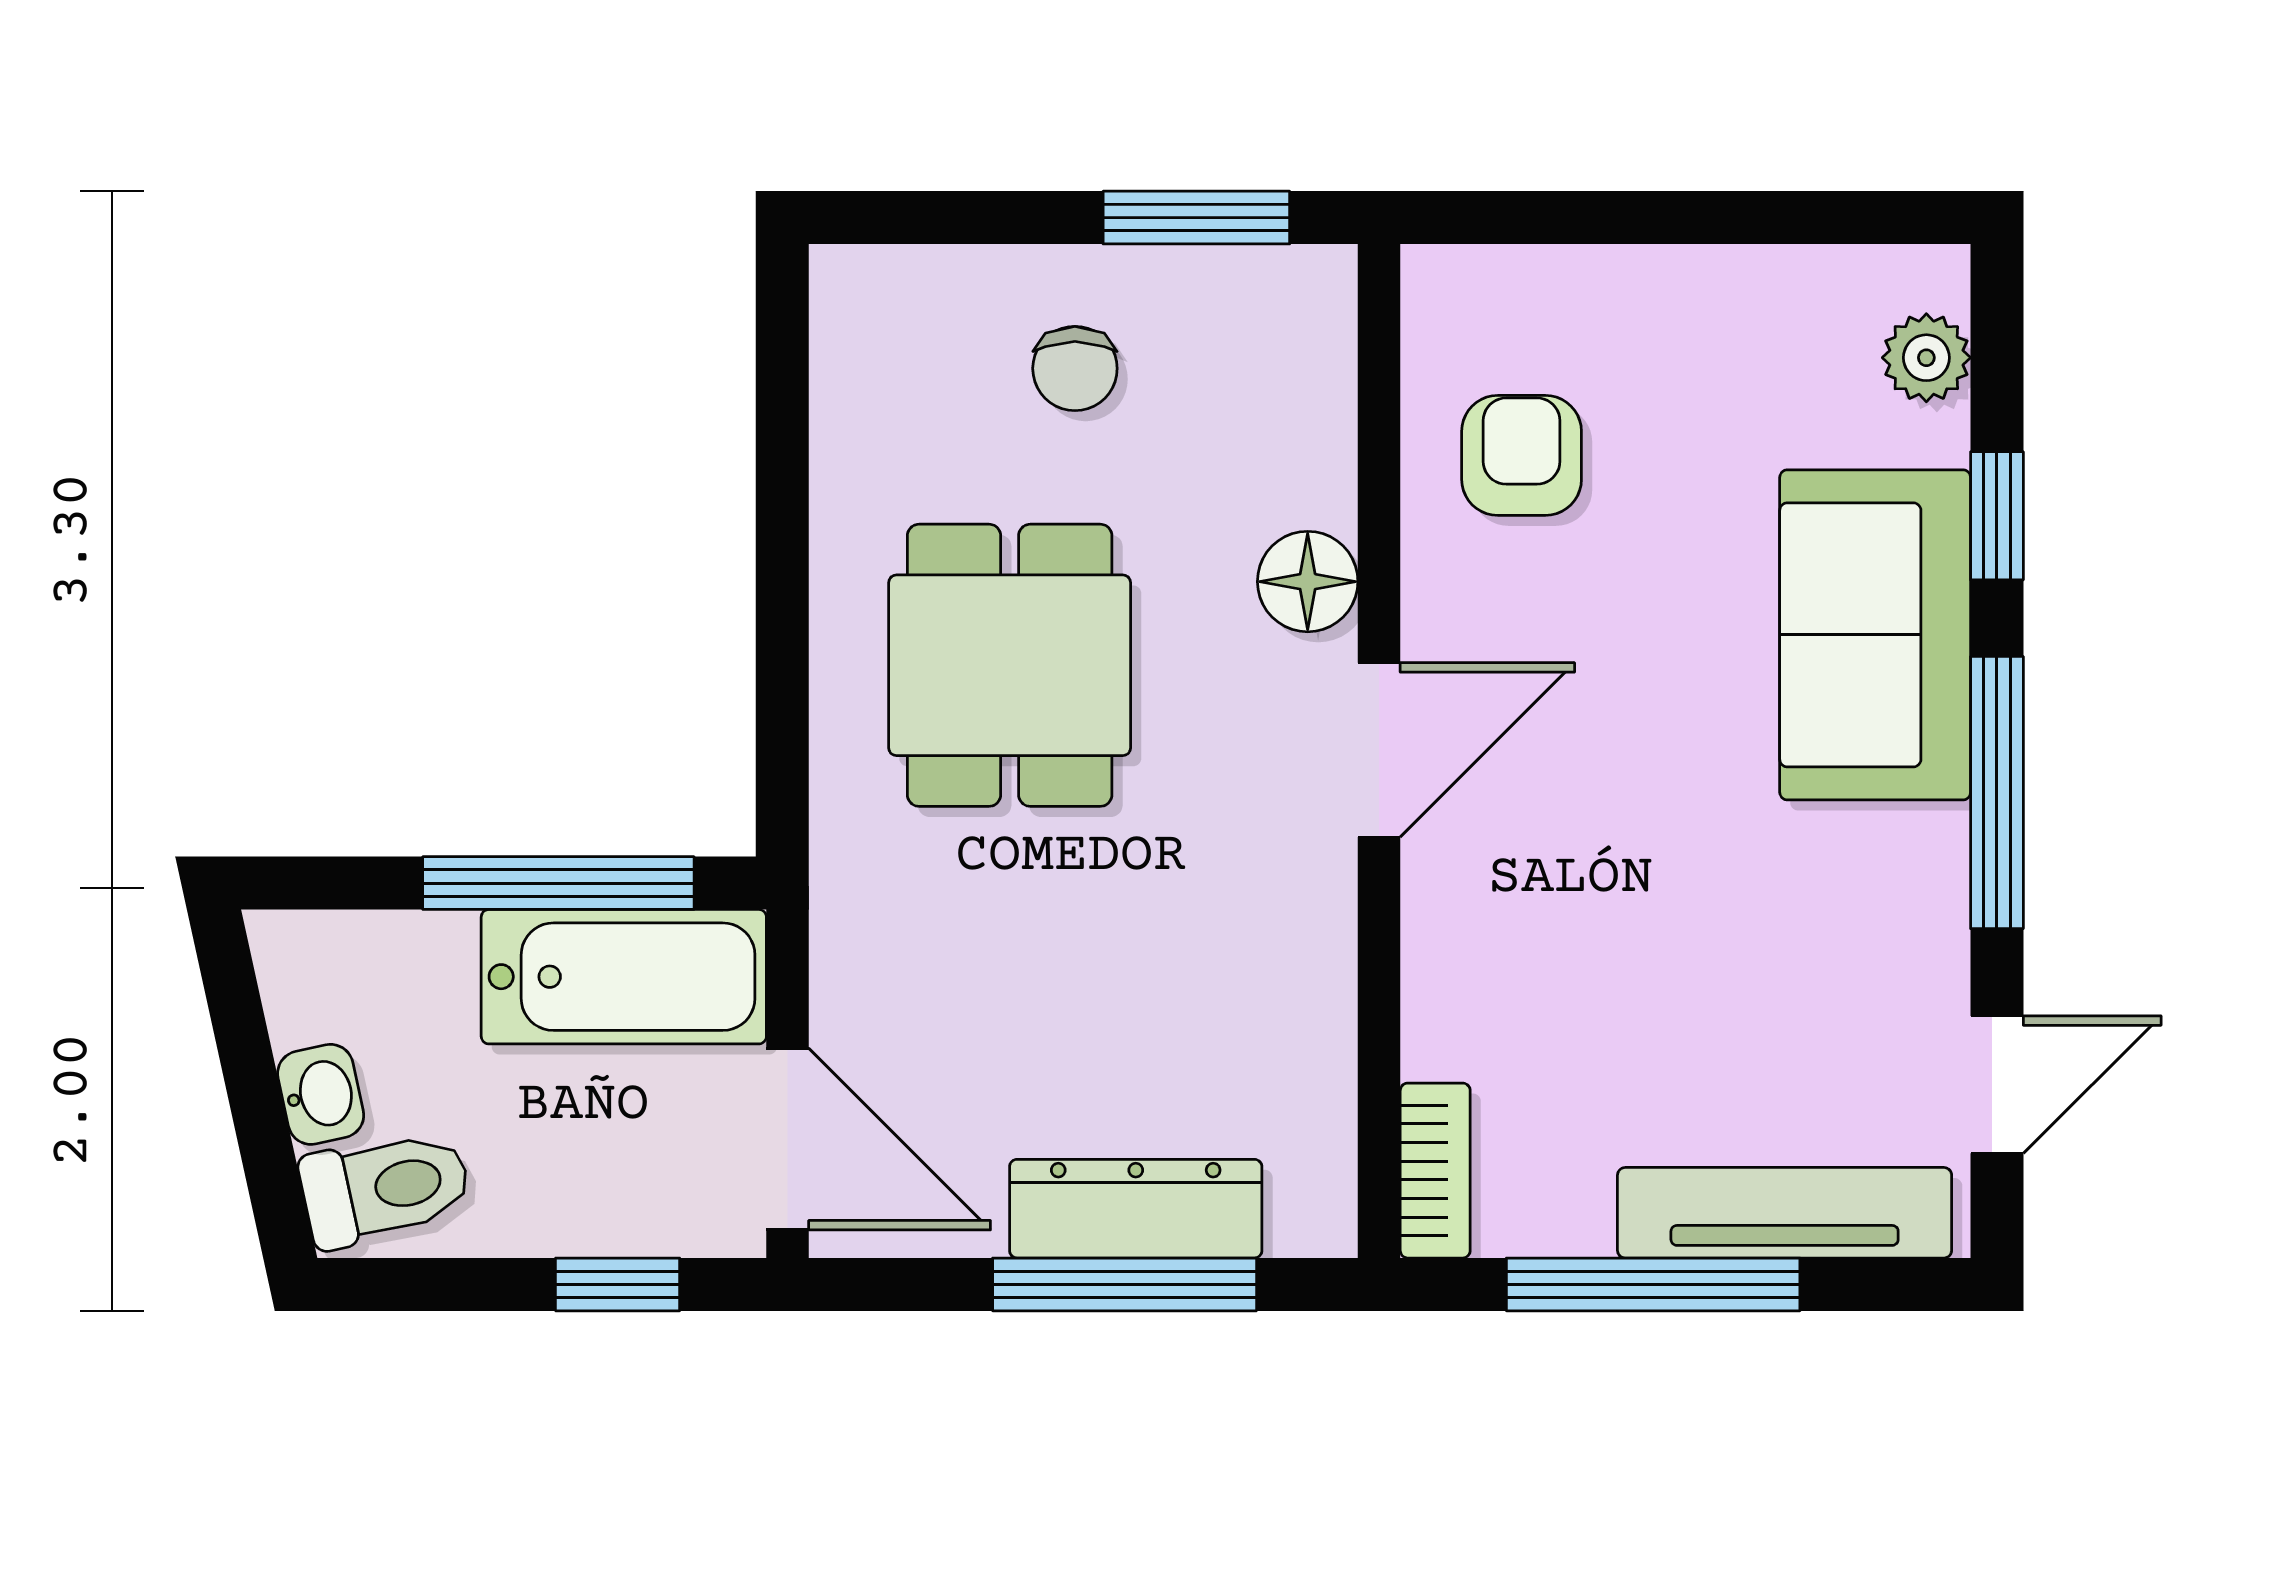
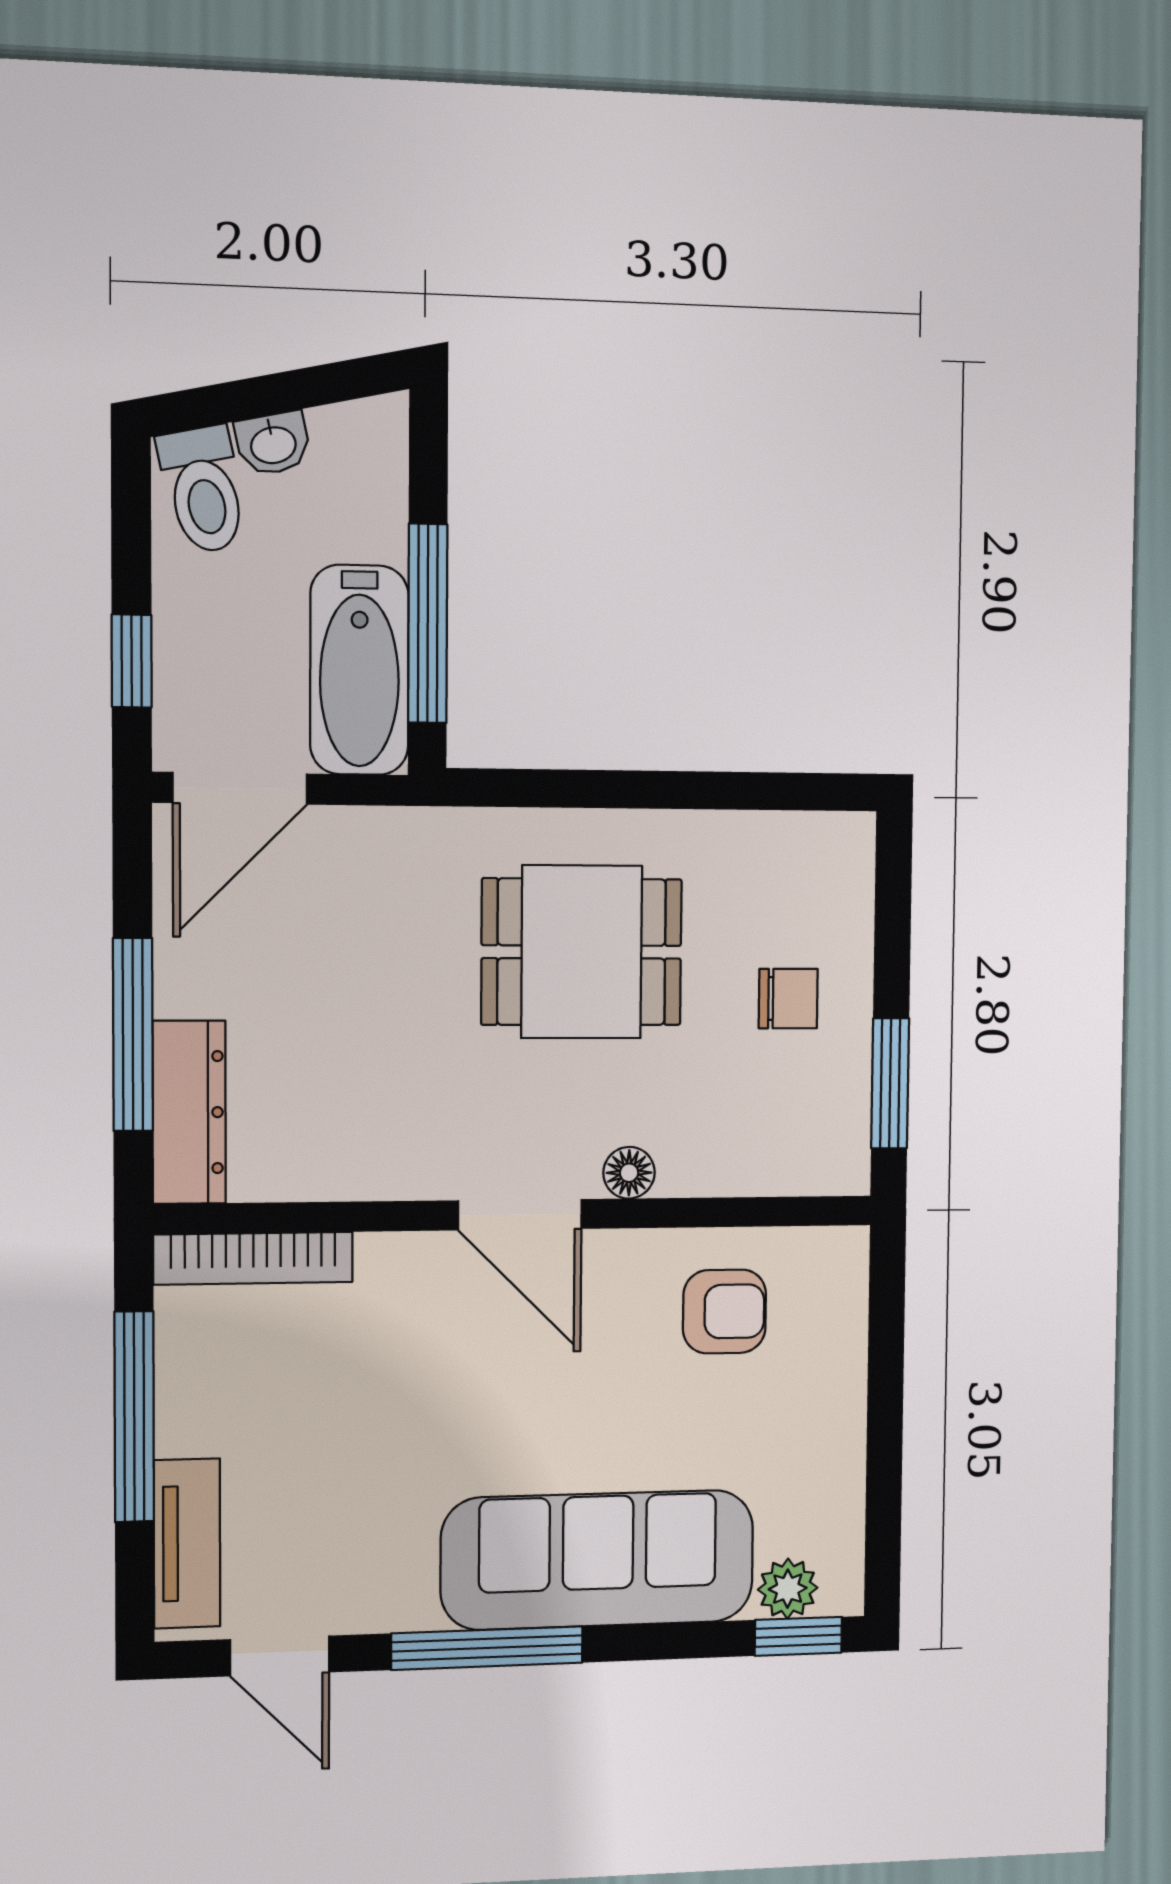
chair: (1075, 368) -> (788, 999), turned 180
window: (1997, 516) -> (798, 1636), moved
floor lamp: (1308, 582) -> (629, 1173), width x0.73, depth x0.73
sofa: (1875, 635) -> (598, 1560), width x1.36
bookcase: (1435, 1171) -> (253, 1258), width x1.56
dresser: (1136, 1209) -> (189, 1112), moved
tv unit: (1785, 1213) -> (187, 1543), width x0.71

